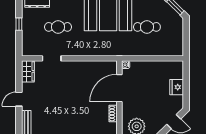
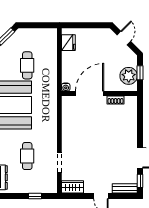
window: (19, 24) -> (35, 196), moved
fridge: (177, 87) -> (68, 43), moved, turned -90
door: (119, 88) -> (90, 94), swing flipped

